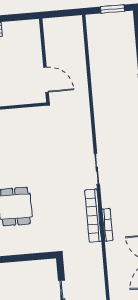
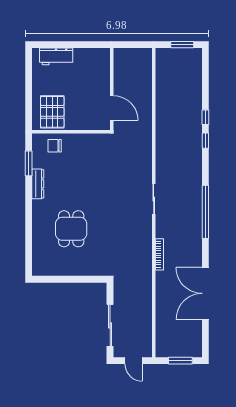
bookcase: (93, 216) -> (146, 244), removed

